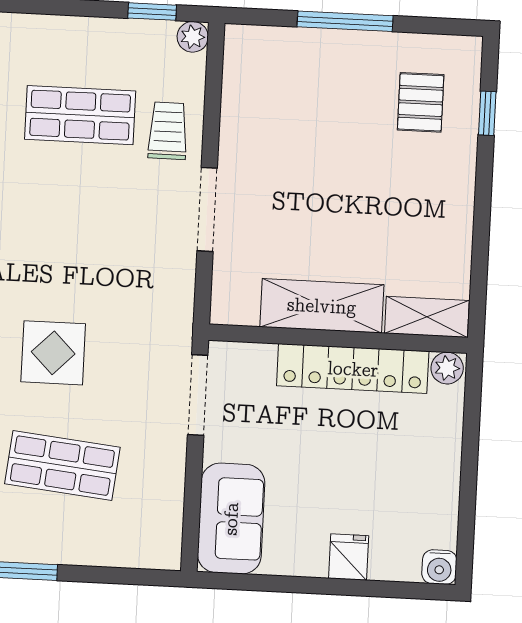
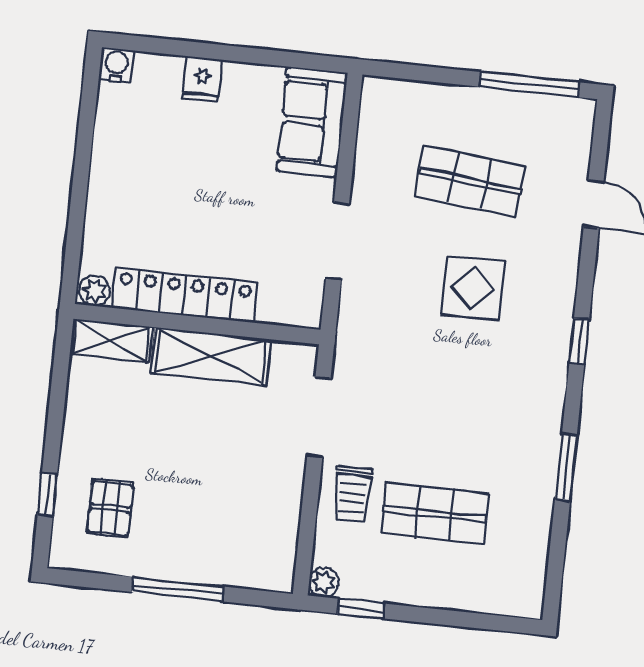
shelving: (322, 306) -> (211, 356), moved
shelving: (427, 317) -> (111, 340), moved
wall: (338, 339) -> (197, 324), moved
plant: (447, 368) -> (95, 291), moved
locker: (353, 369) -> (185, 295), moved

